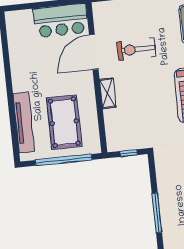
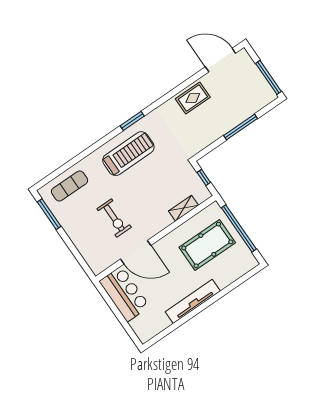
shelving: (108, 93) -> (184, 208), moved
tv unit: (24, 123) -> (193, 301), moved

